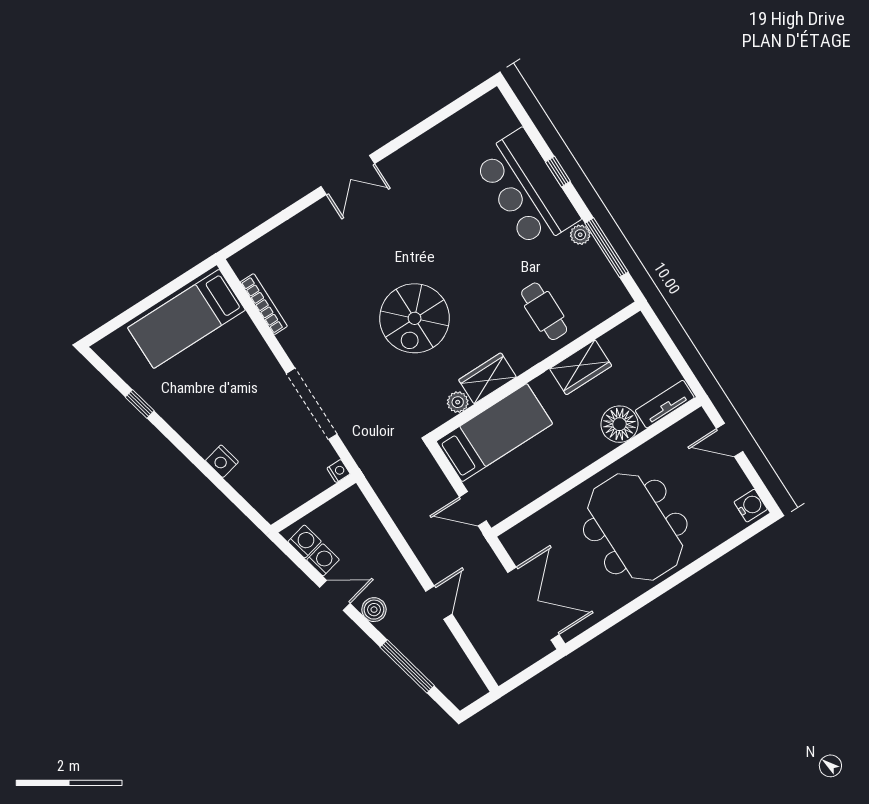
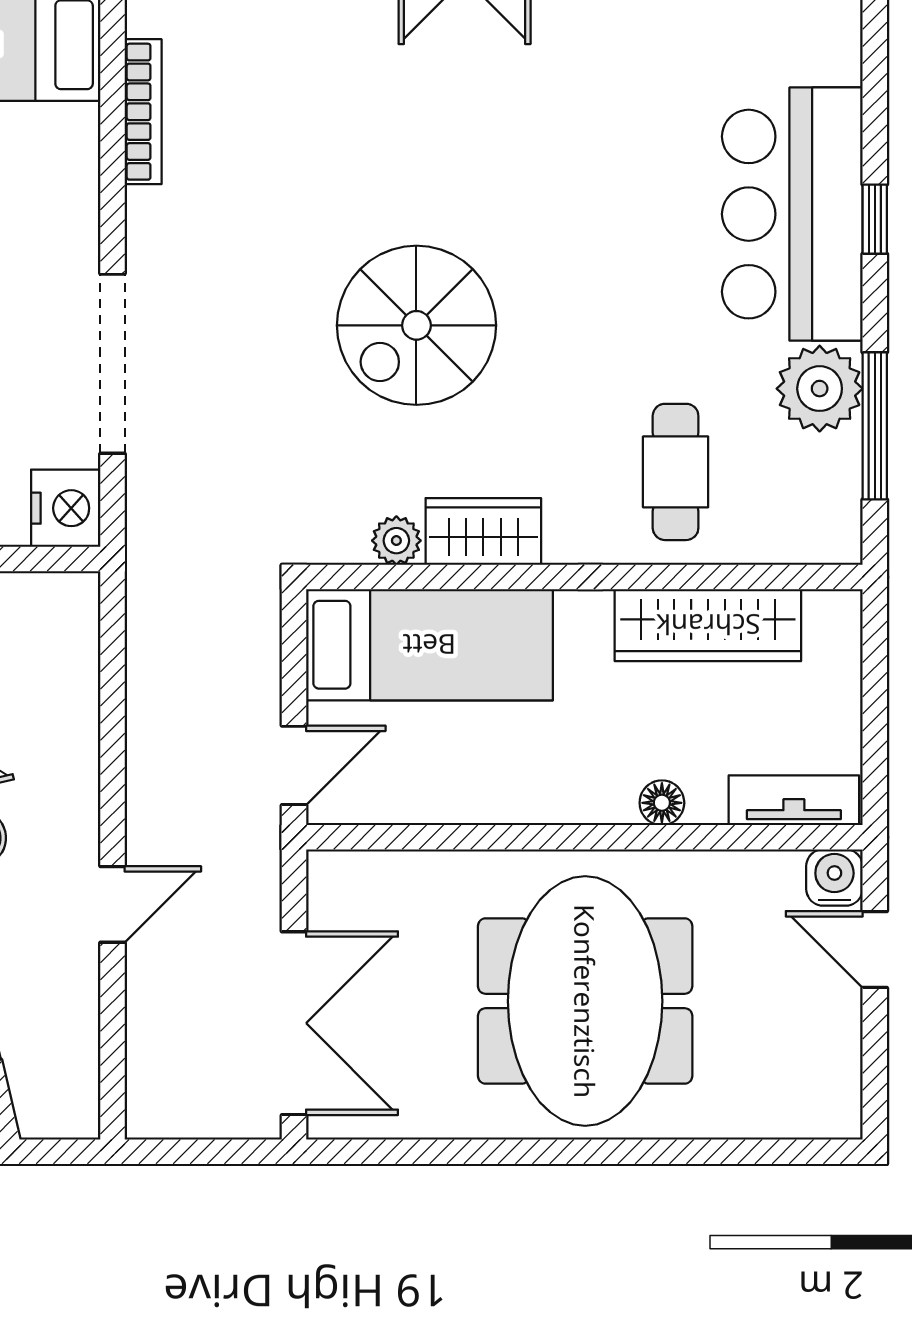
plant: (580, 235) -> (820, 389), width x1.88, depth x1.88
wardrobe: (581, 367) -> (708, 625), width x1.50
floor lamp: (619, 424) -> (662, 803), width x0.53, depth x0.53
nightstand: (338, 471) -> (66, 508), width x1.89, depth x1.79
water cooler: (751, 506) -> (834, 878), moved, turned -90
door: (473, 509) -> (294, 765), swing flipped

